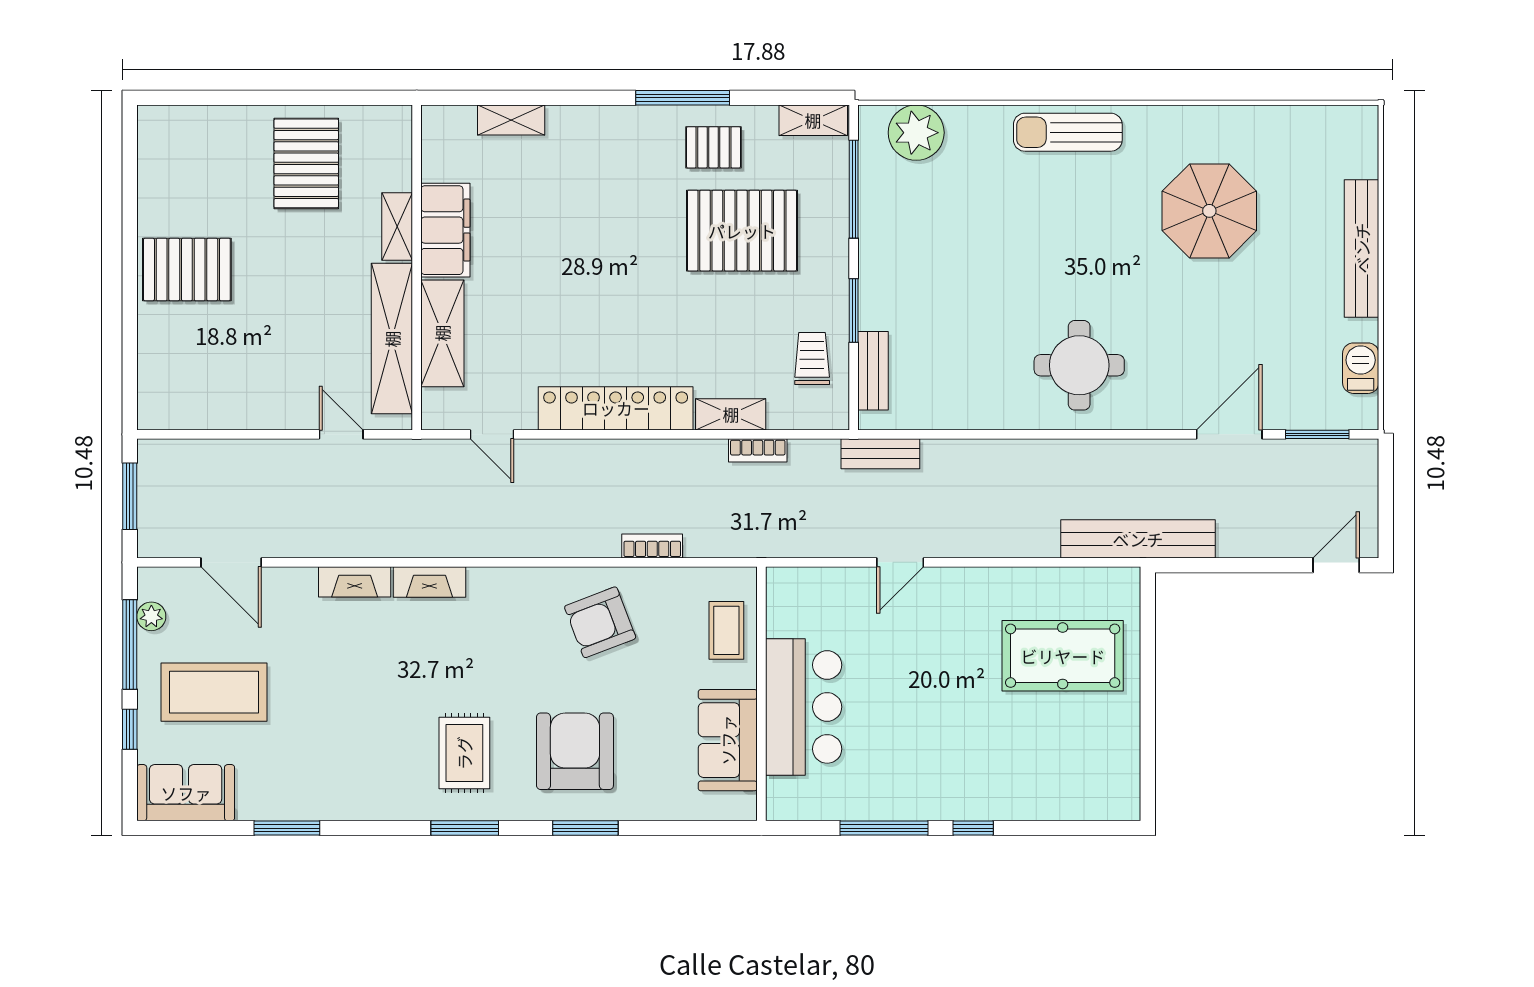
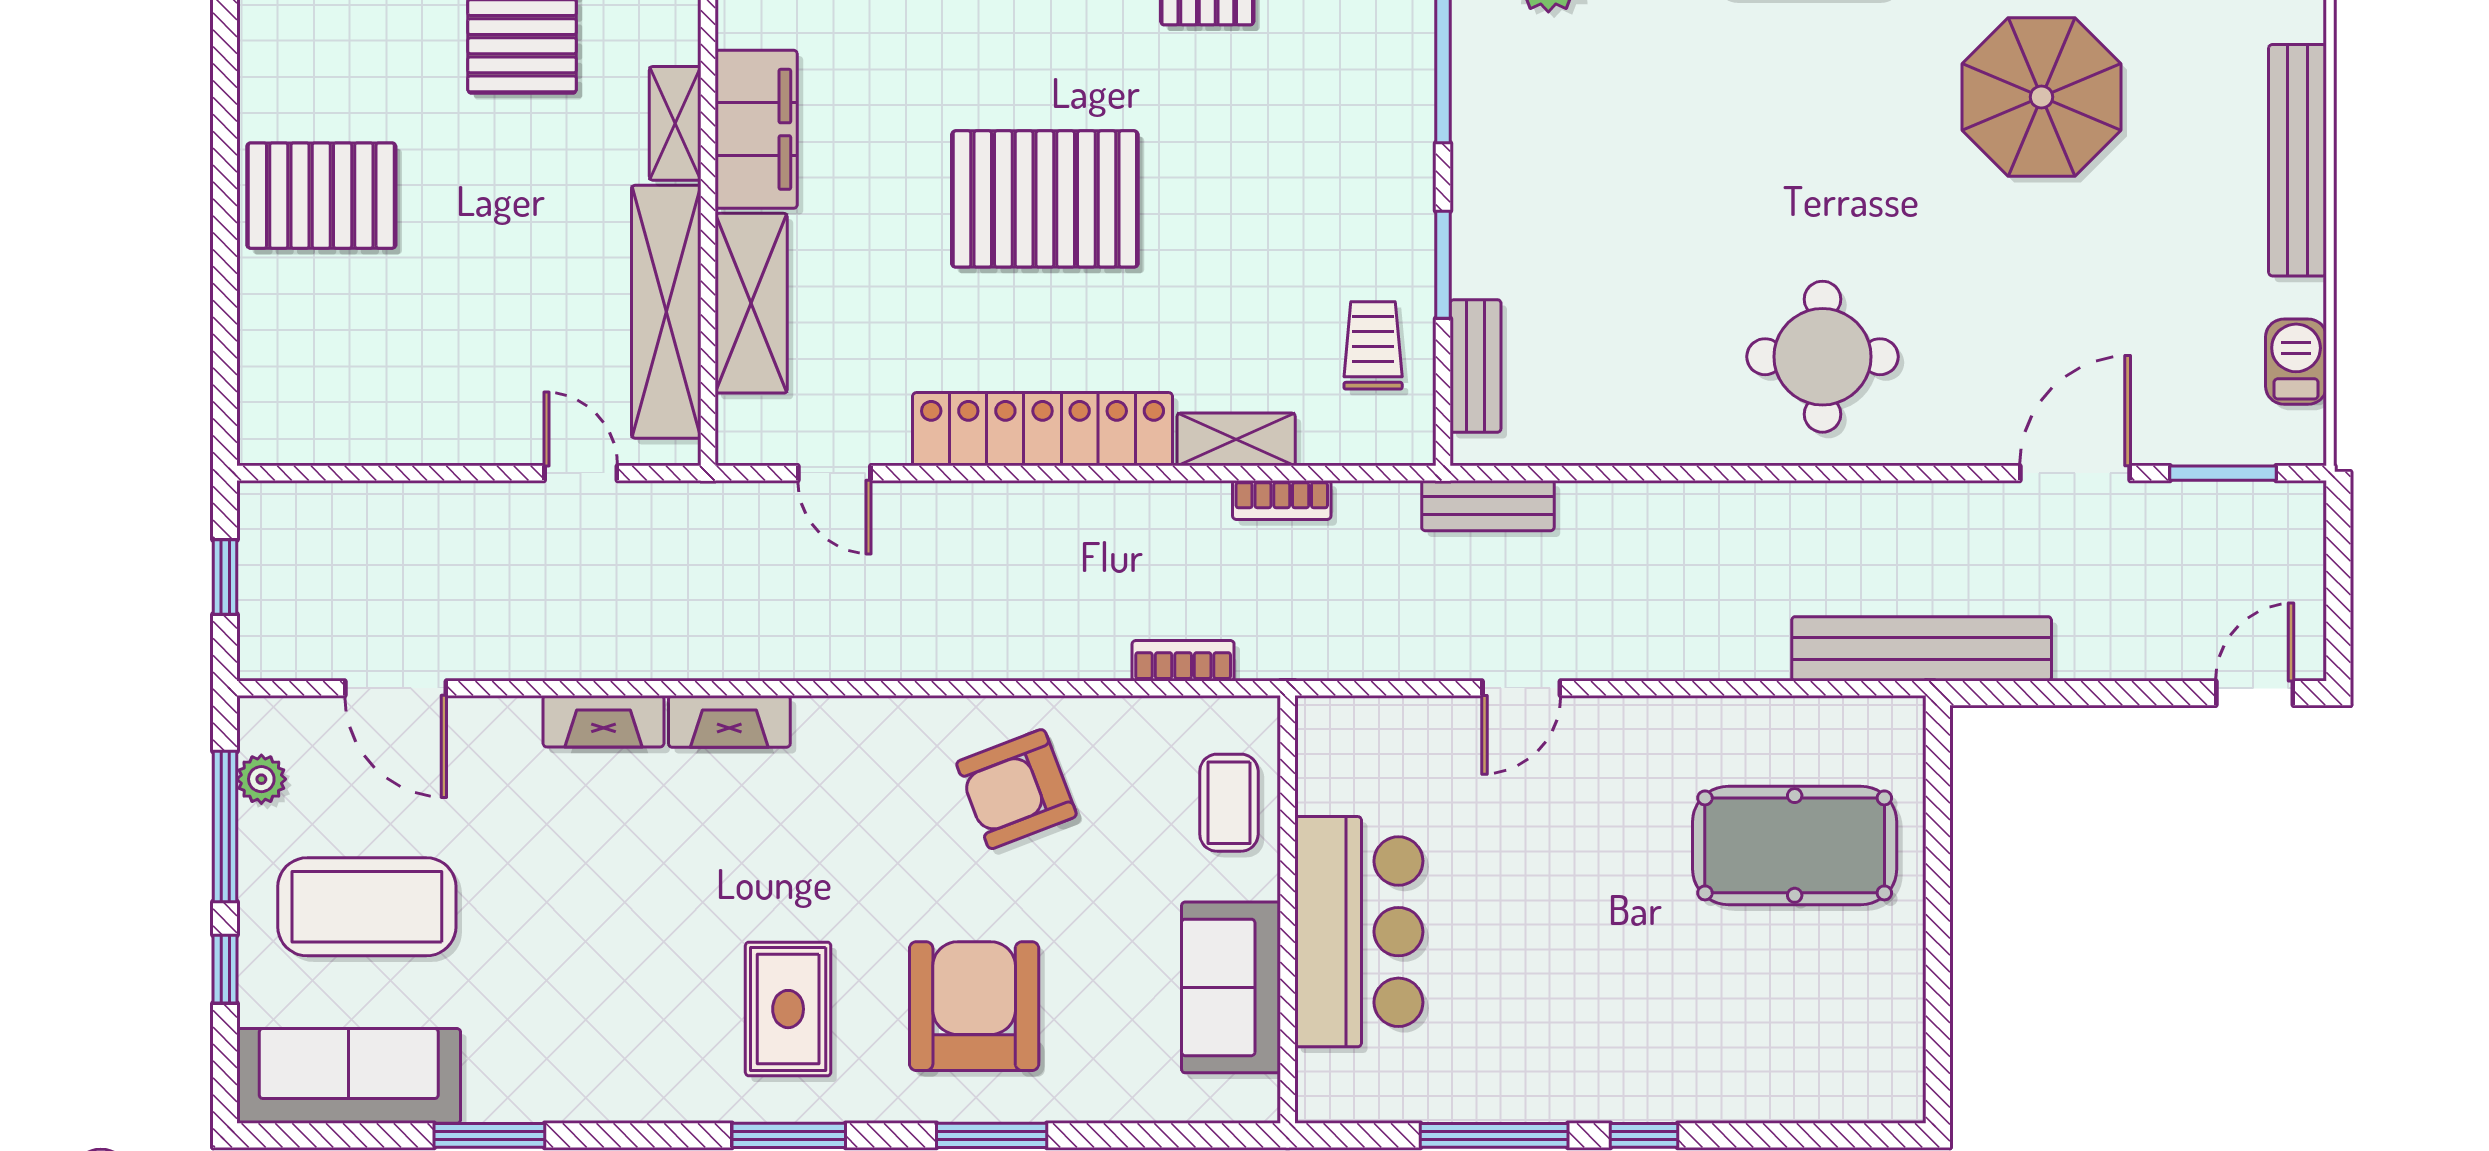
pallet: (742, 231) -> (1045, 199), moved
window: (130, 496) -> (225, 577), width x0.67
bookcase: (652, 546) -> (1183, 661), moved
sofa: (186, 793) -> (349, 1076), width x1.36

